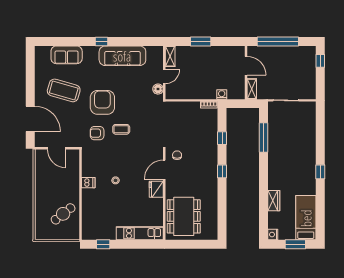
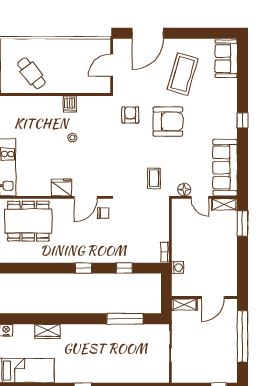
window: (201, 42) -> (242, 223), moved
sofa: (67, 55) -> (226, 59), moved
sofa: (122, 56) -> (225, 168), moved
coffee table: (121, 129) -> (154, 178), moved
door: (164, 170) -> (86, 197), swing flipped

